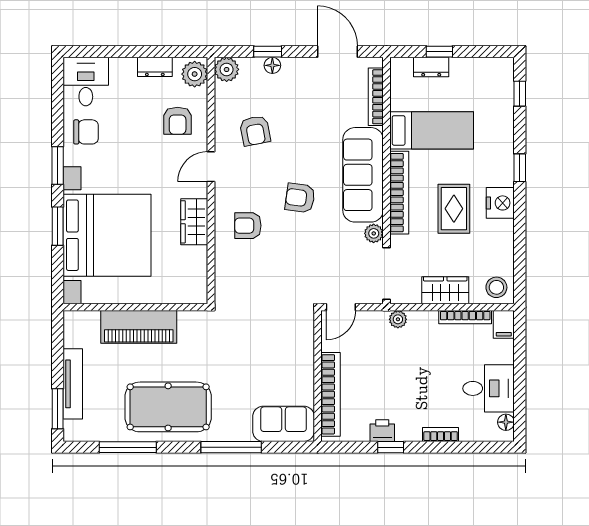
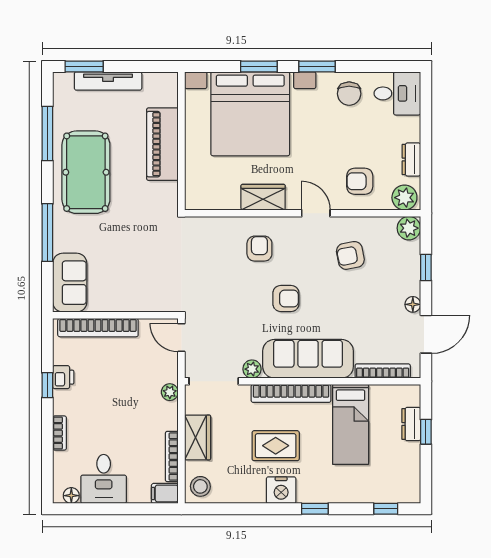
floor lamp: (272, 65) -> (413, 304), moved
armchair: (300, 198) -> (286, 298), turned 82

